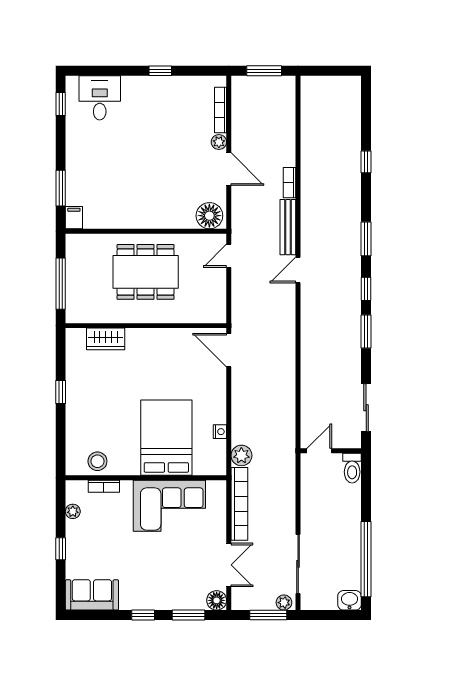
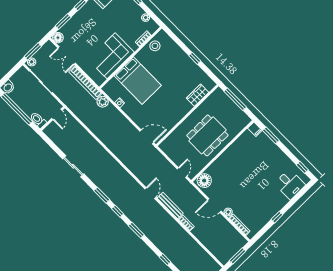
door: (319, 451) -> (57, 114), moved
wall: (331, 451) -> (53, 119), moved
toilet: (352, 468) -> (38, 120), moved

